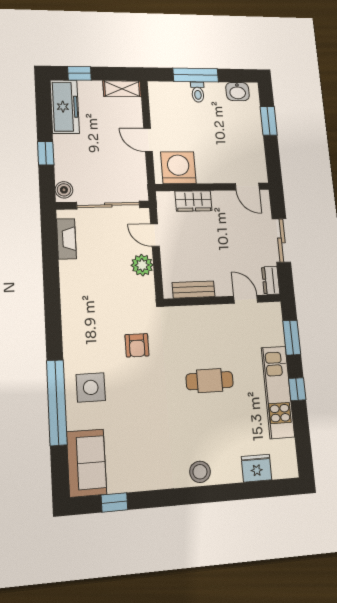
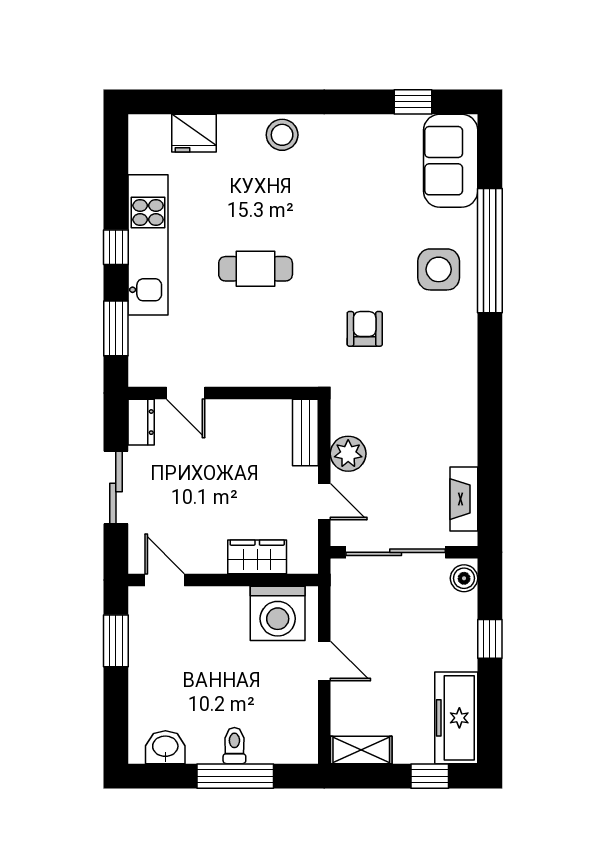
window: (269, 121) -> (116, 641), moved
bench: (194, 290) -> (305, 432), moved, turned 90

